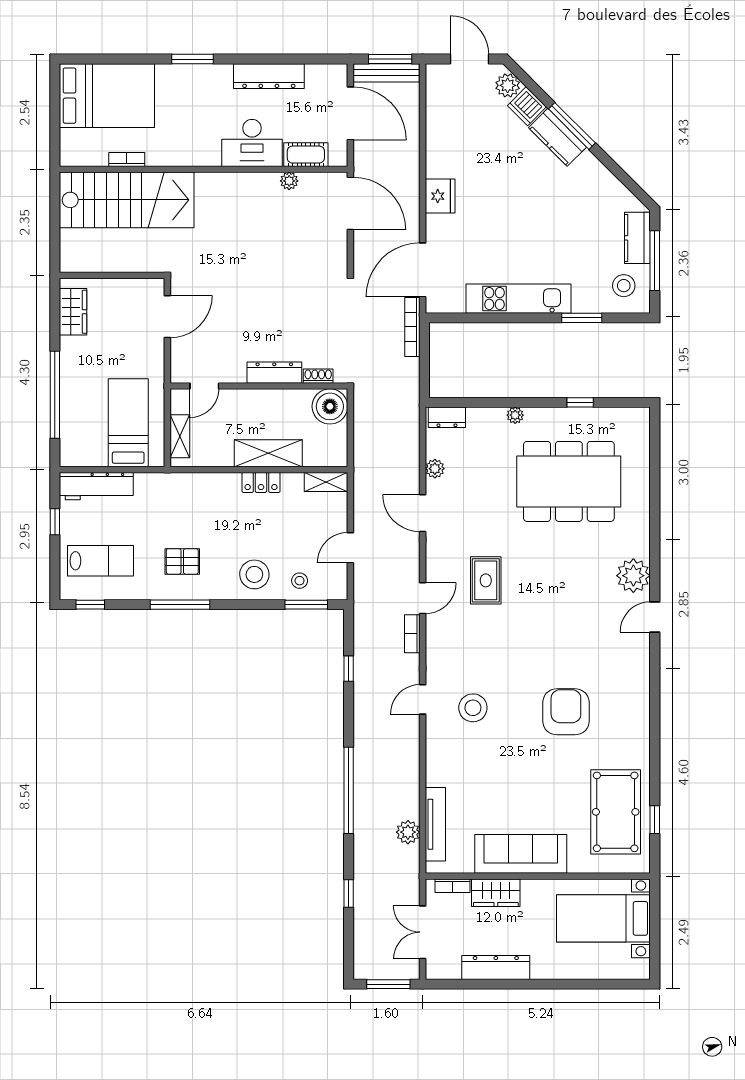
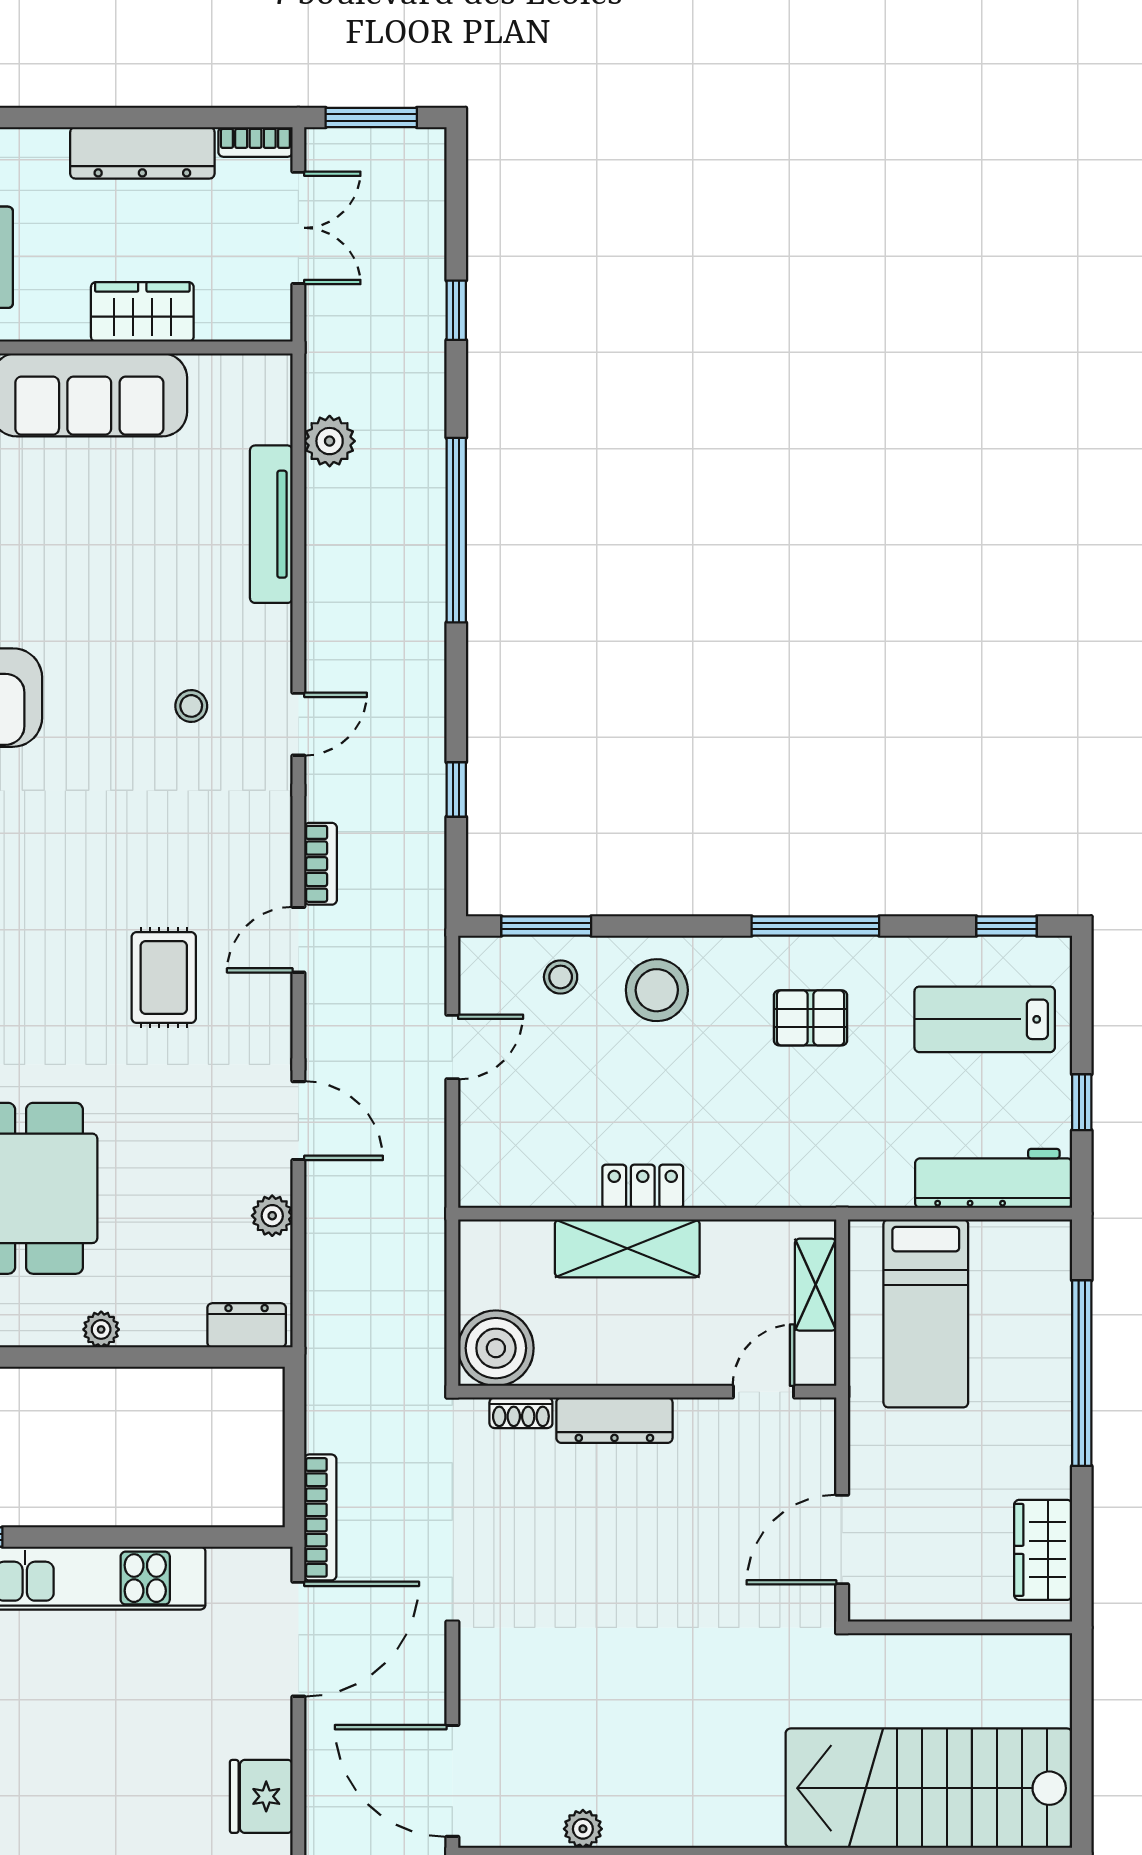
shelving: (326, 482) -> (504, 1187), removed
stool: (473, 708) -> (191, 706), width x0.53, depth x0.53
tv unit: (435, 824) -> (271, 524), moved
bookcase: (453, 886) -> (255, 142), moved, turned 180

